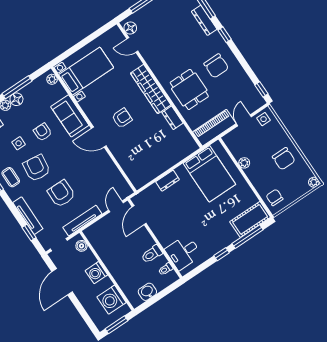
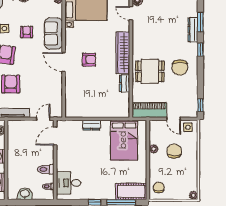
dining table: (189, 89) -> (150, 71), turned 90
door: (244, 120) -> (174, 119), swing flipped
chair: (284, 159) -> (174, 151), moved, turned 180

